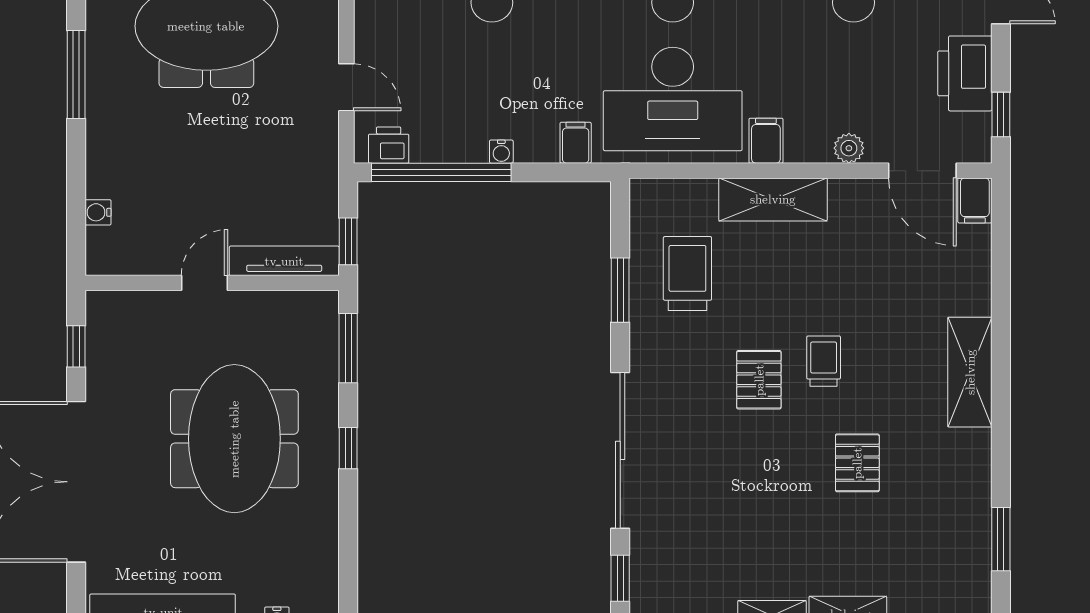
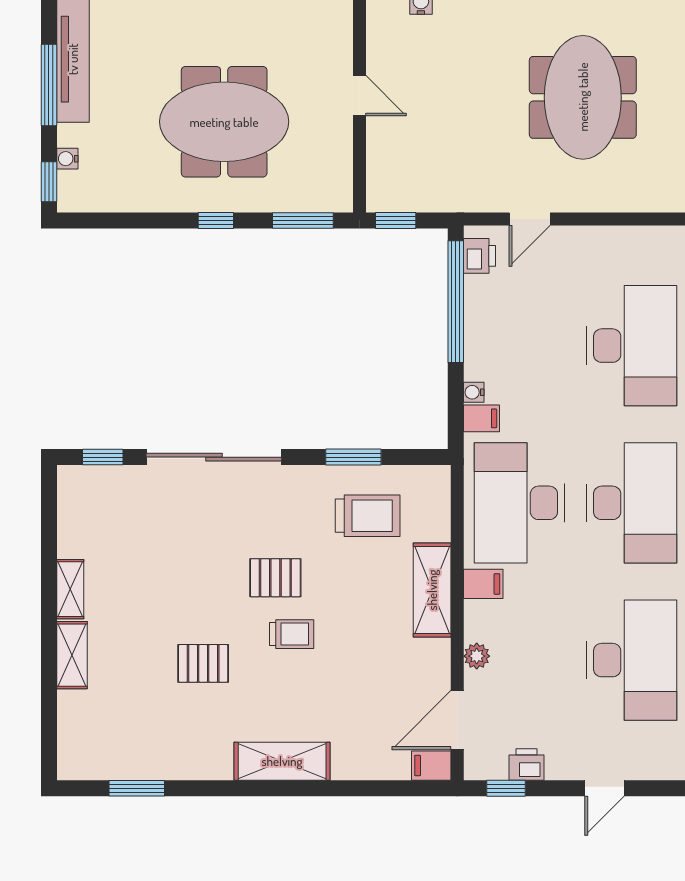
printer: (965, 73) -> (526, 764), width x0.53, depth x0.68
water cooler: (501, 152) -> (474, 392), moved
tv unit: (284, 261) -> (379, 165), removed

